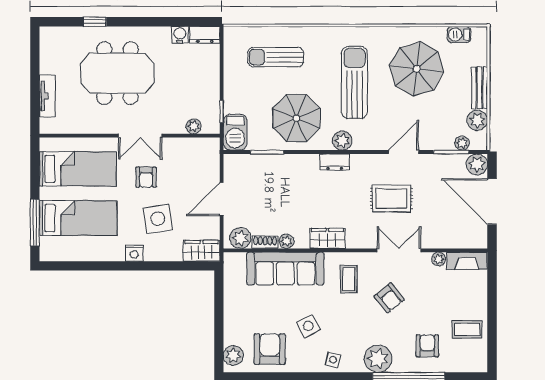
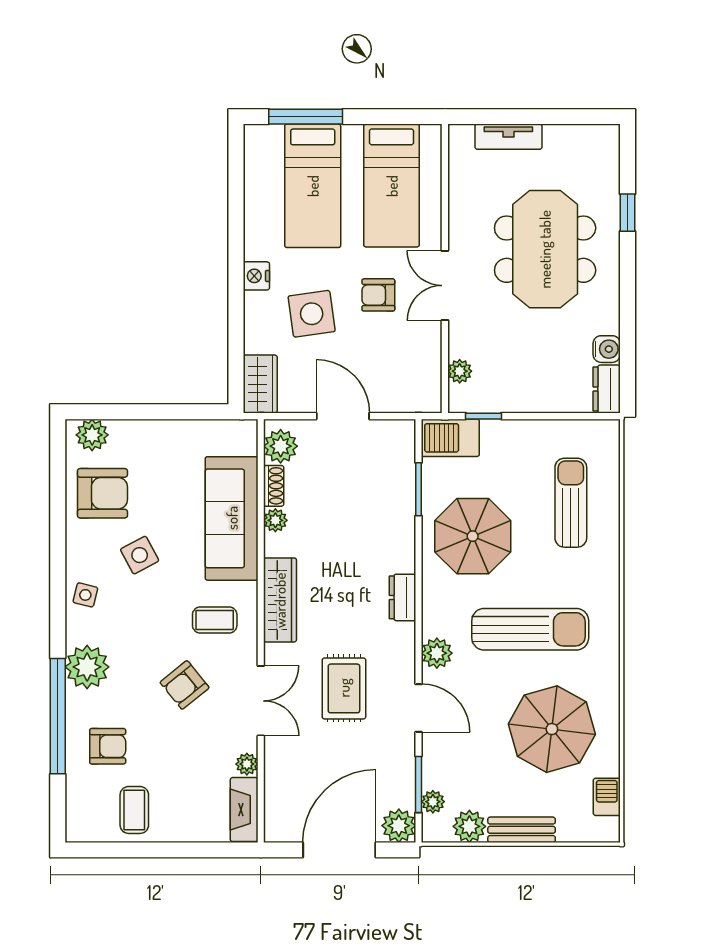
plant: (342, 141) -> (437, 653), moved
wardrobe: (327, 238) -> (280, 600), width x1.50

